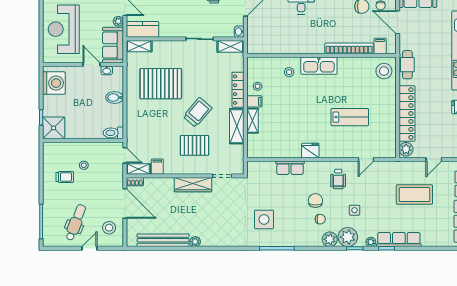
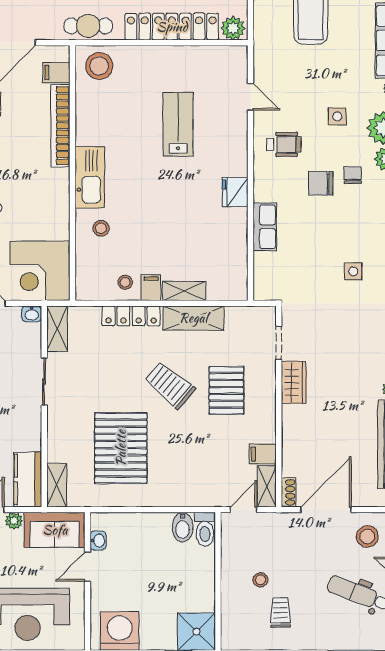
corner desk: (264, 36) -> (40, 271), added
bidet: (115, 98) -> (183, 527), moved
wardrobe: (193, 185) -> (294, 382), width x0.67
side table: (264, 219) -> (353, 271), width x0.54, depth x0.54

